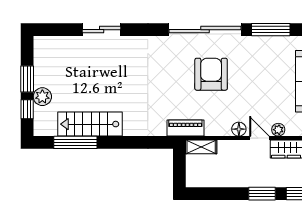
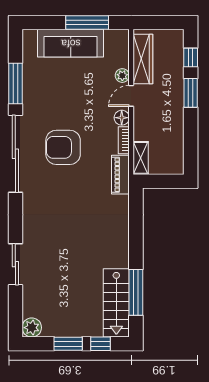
plant: (42, 97) -> (32, 328), moved
stairs: (90, 124) -> (116, 303), moved
bookcase: (218, 131) -> (124, 140), added

